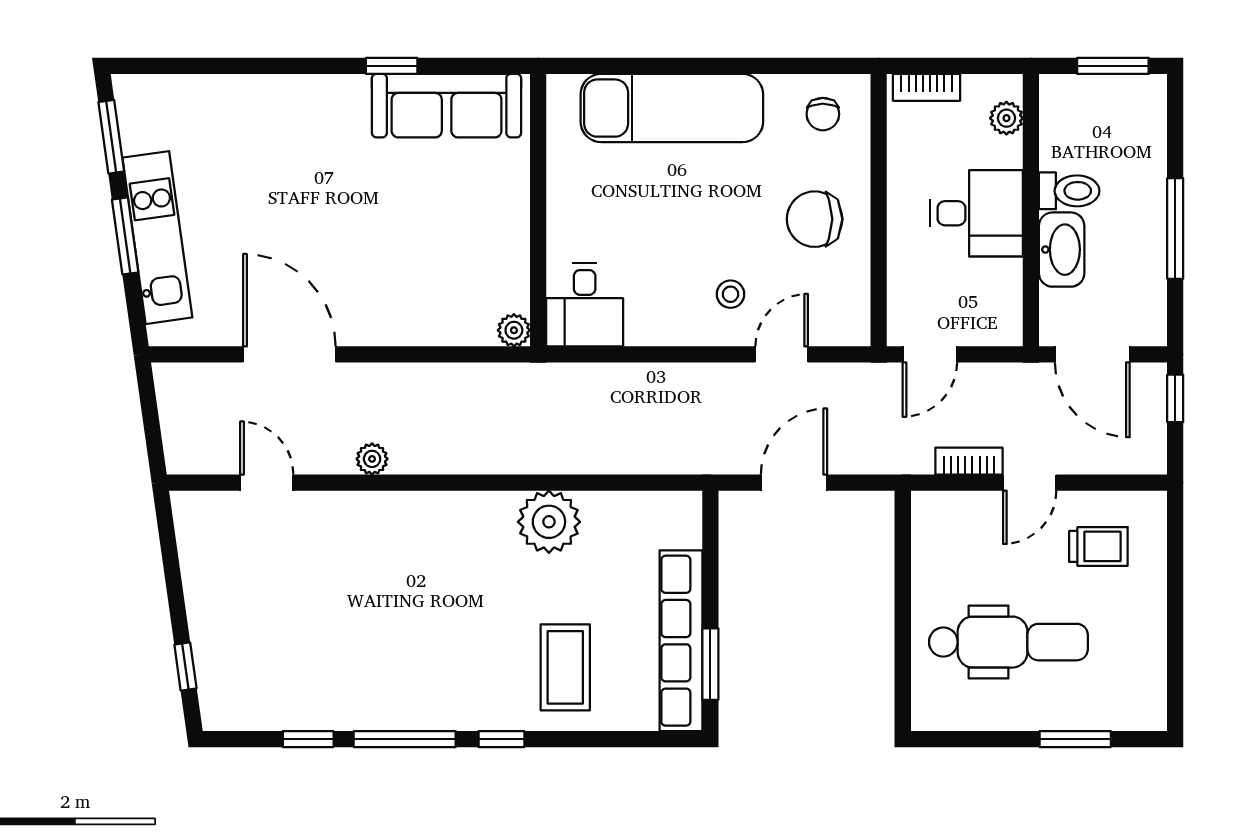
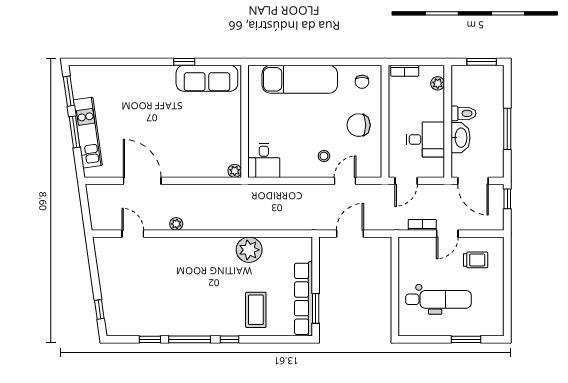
desk: (977, 213) -> (425, 140), moved

